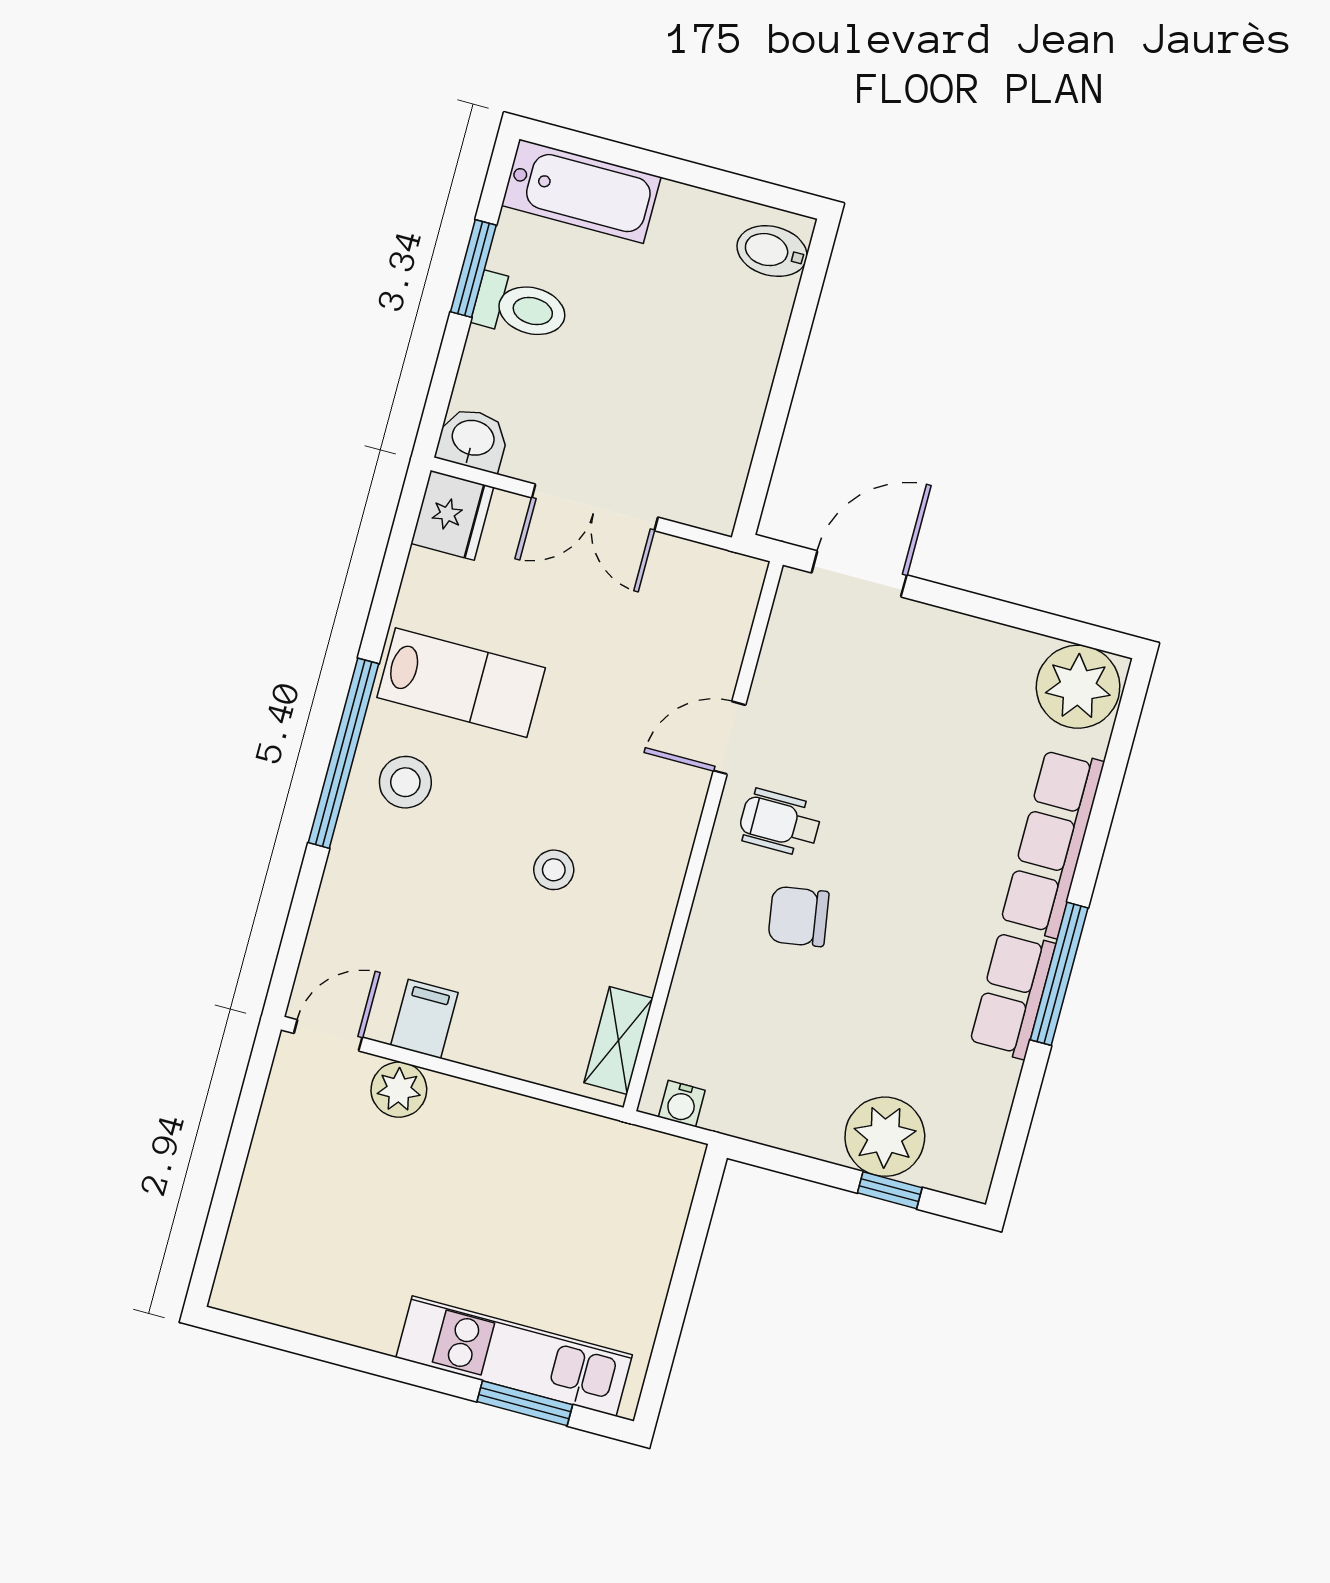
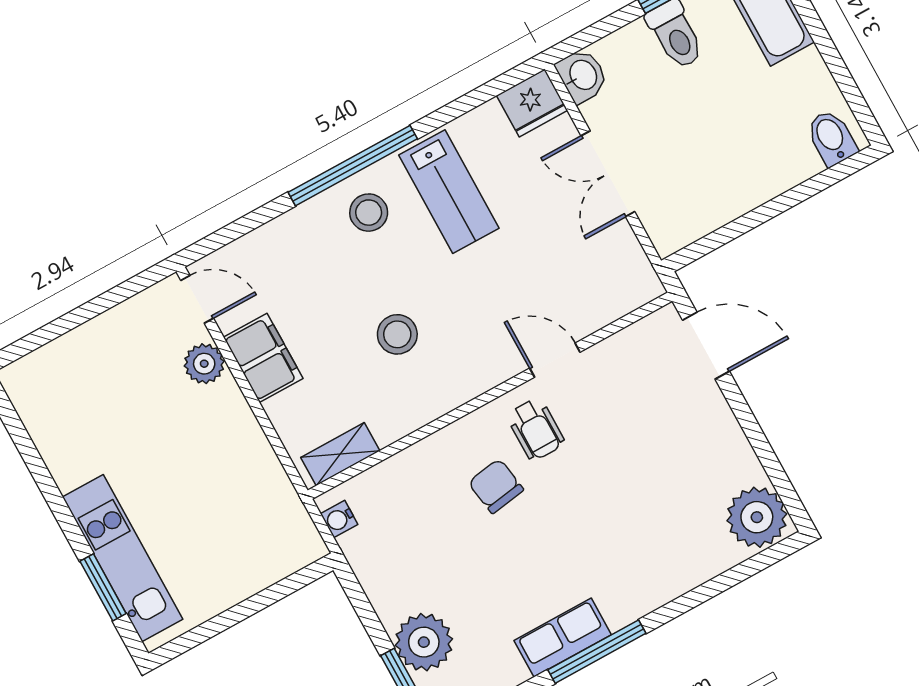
wheelchair: (780, 823) -> (536, 429), turned 180
row of seats: (1052, 843) -> (662, 582), removed
stool: (554, 870) -> (397, 334), width x1.37, depth x1.37
filing cabinet: (424, 1019) -> (263, 358), width x2.00

